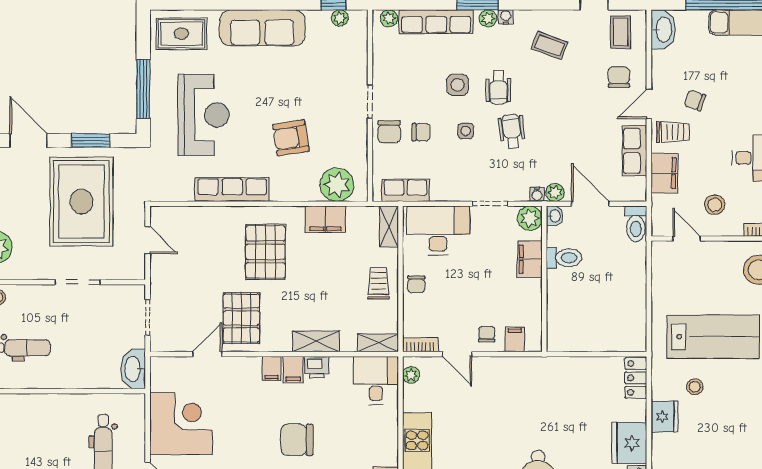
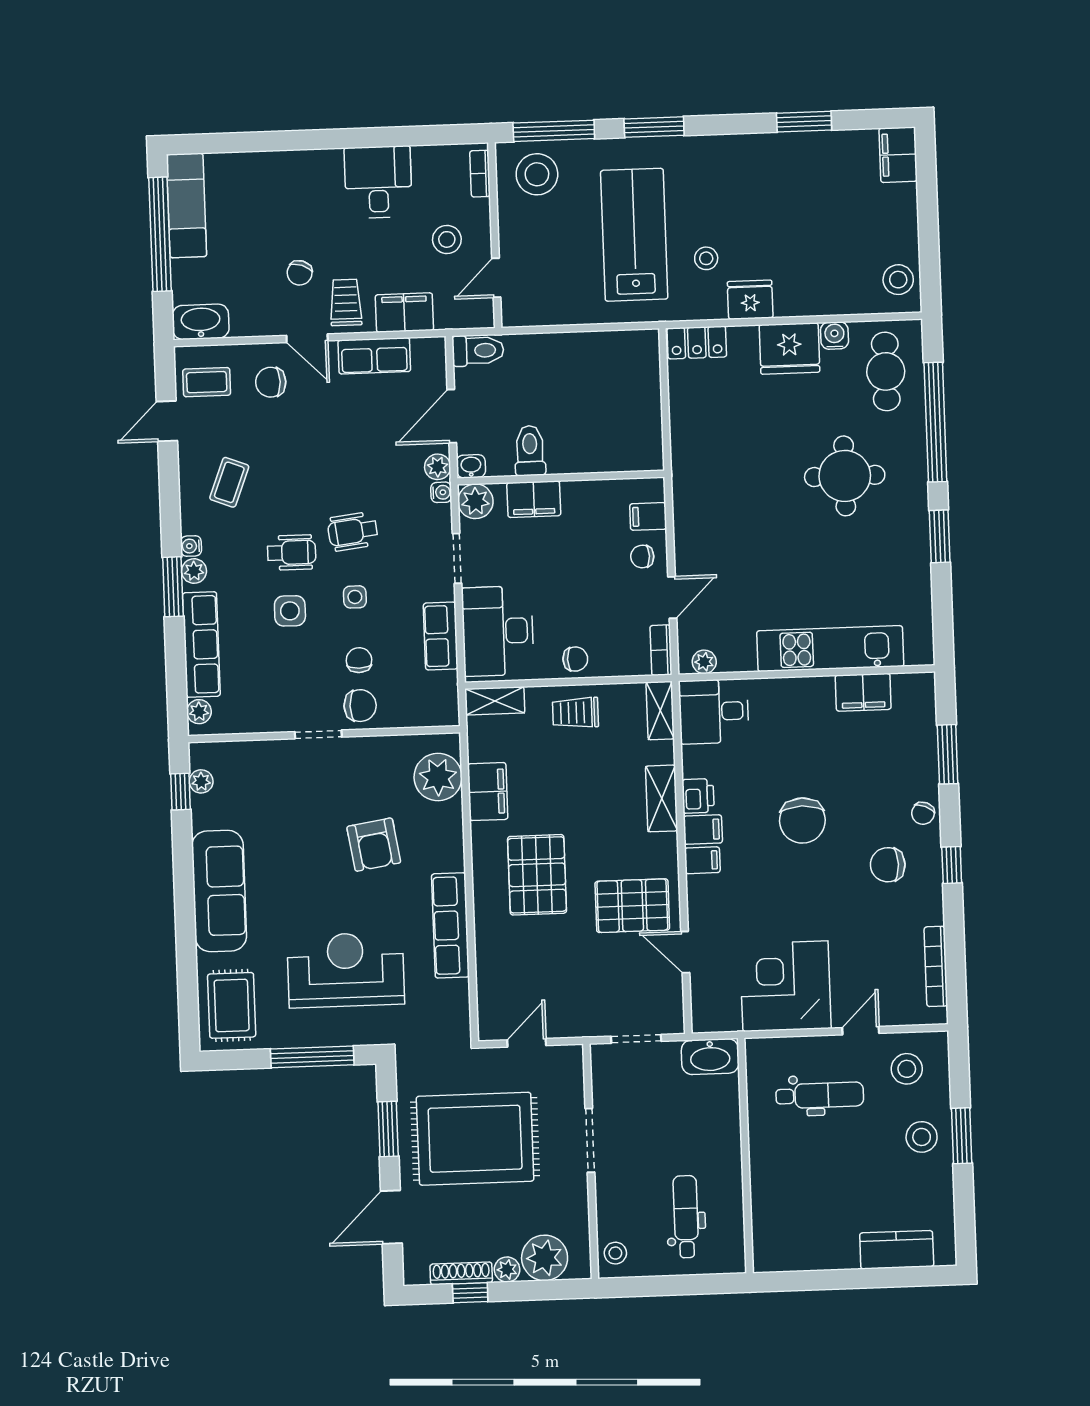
row of seats: (405, 190) -> (441, 636), moved
pallet: (266, 252) -> (537, 875), turned 90

